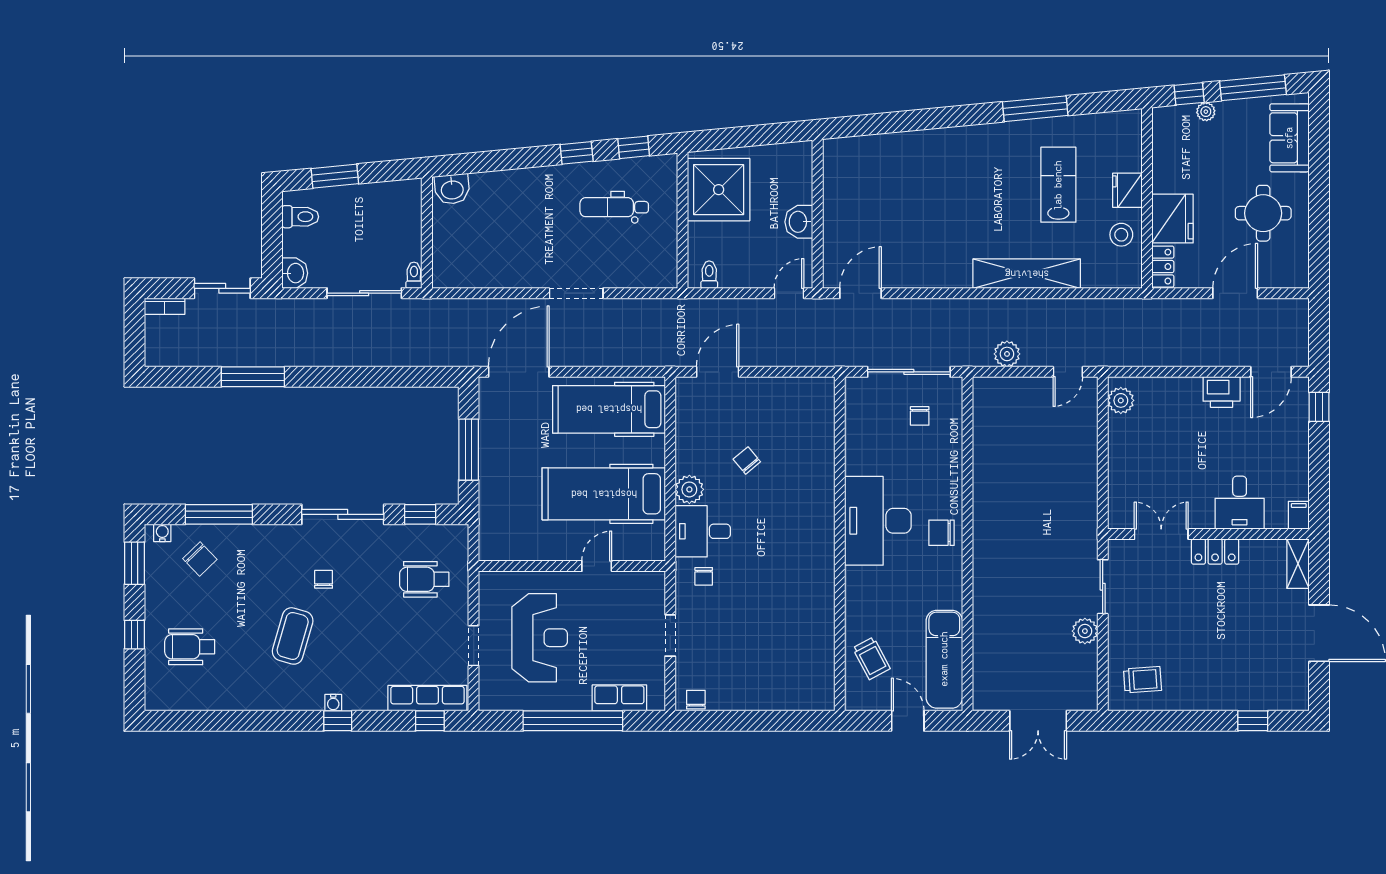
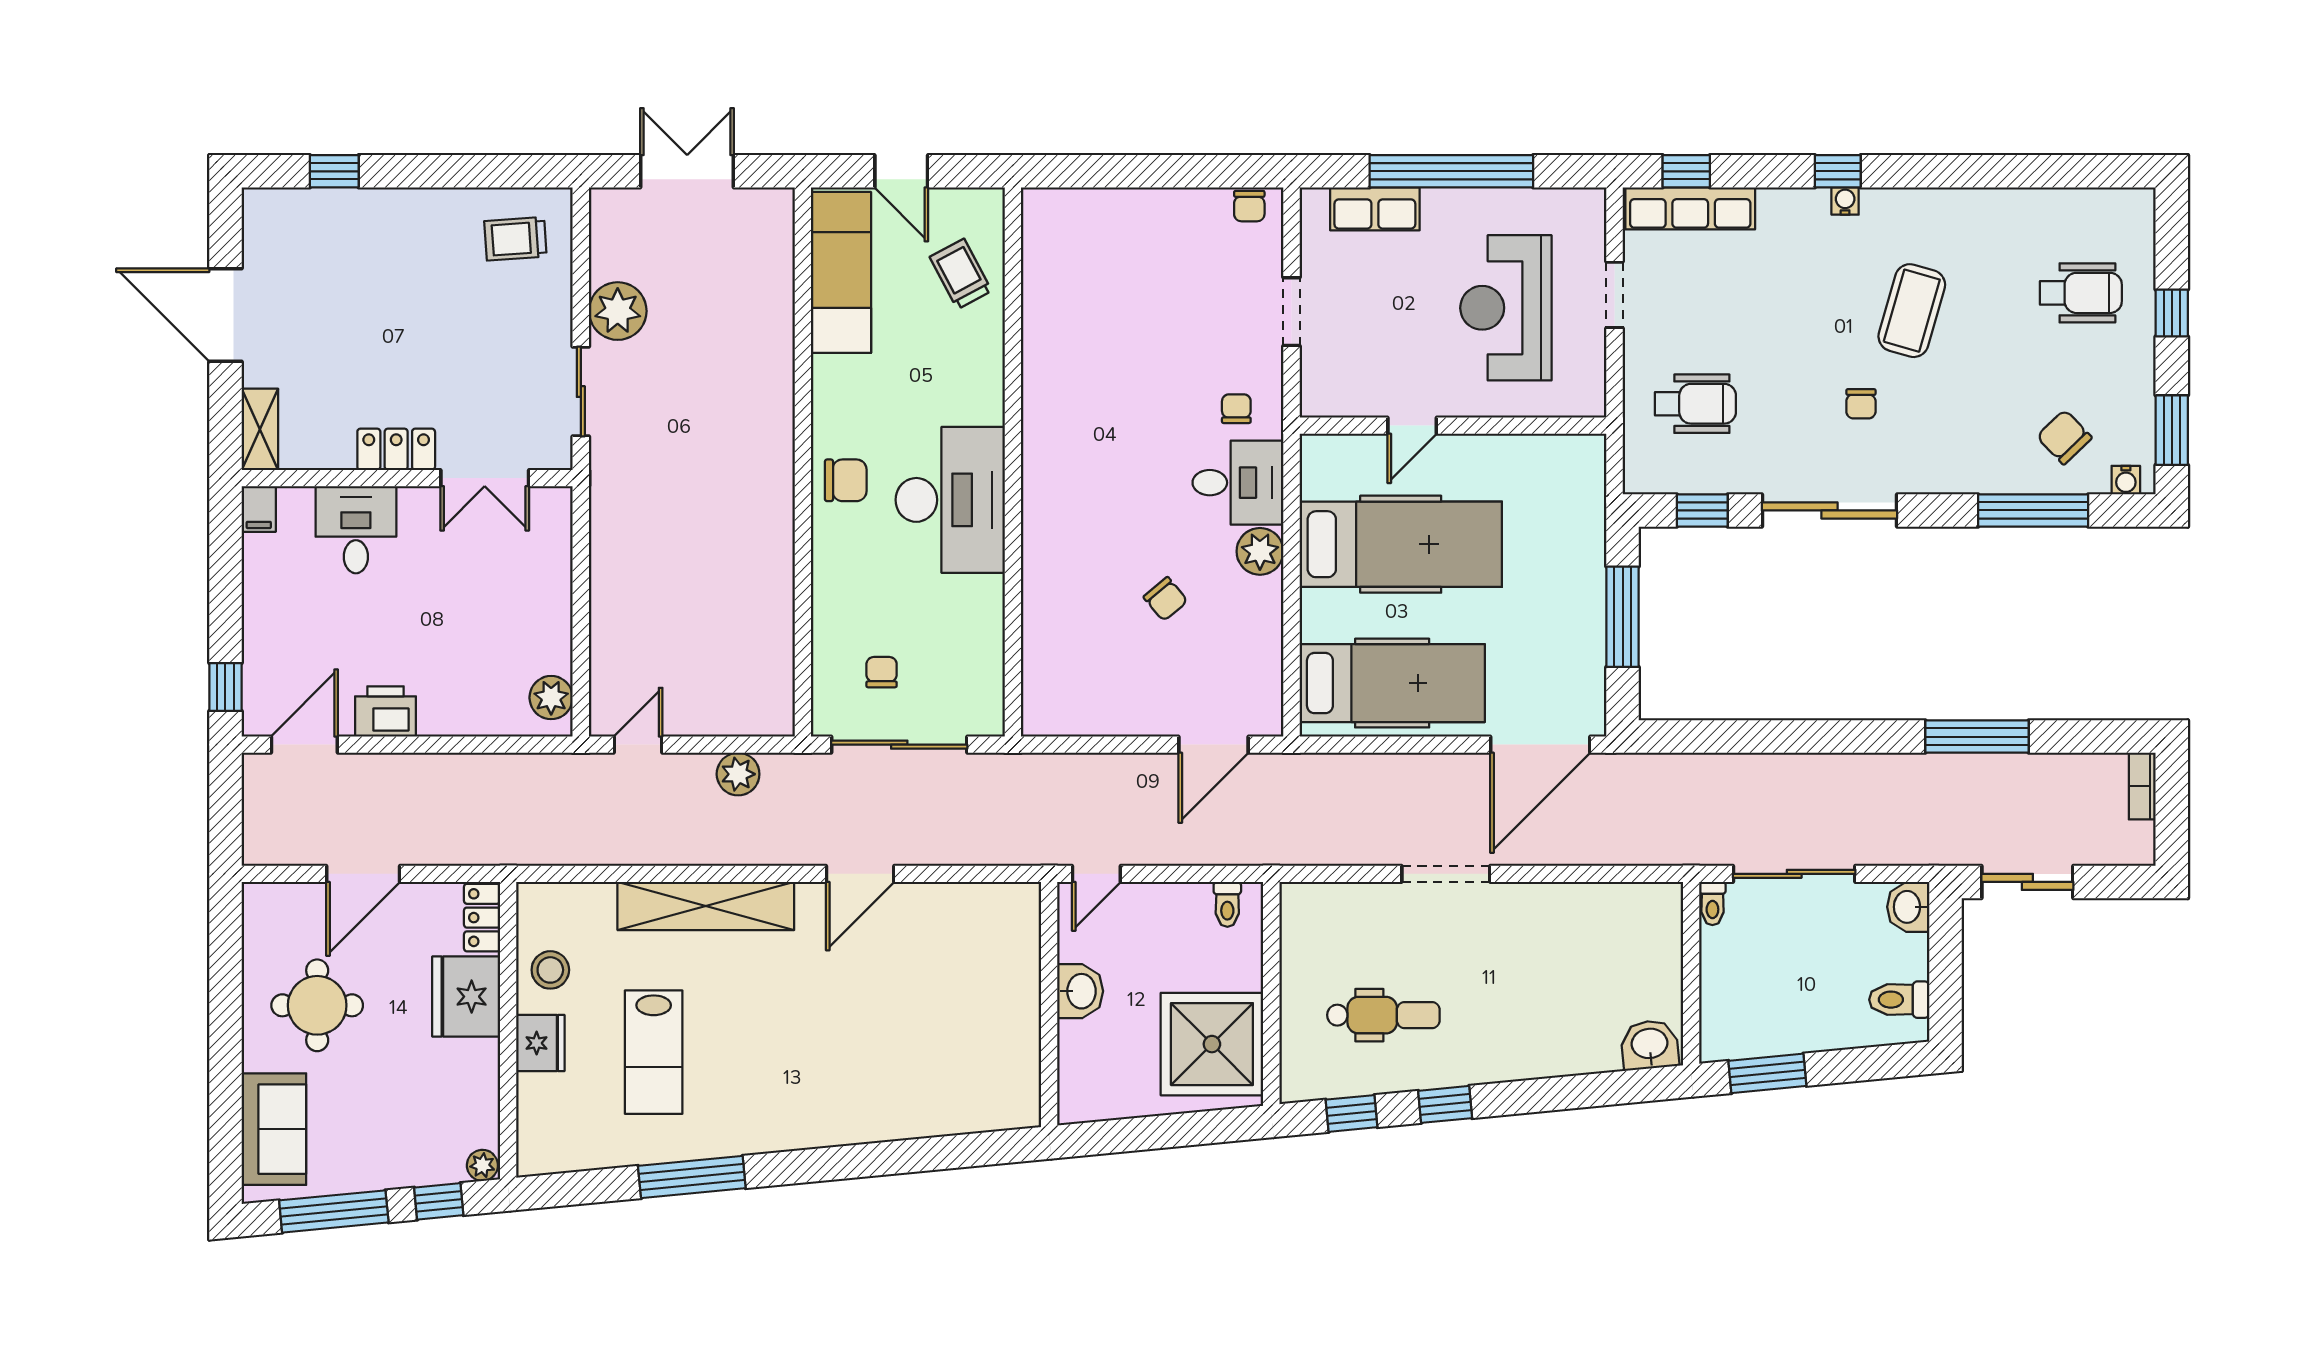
plant: (1206, 112) -> (482, 1165), moved
window: (335, 176) -> (1767, 1073), moved
door: (860, 293) -> (860, 874), moved
bookcase: (165, 306) -> (2142, 786), moved, turned -90
plant: (1085, 631) -> (618, 311), width x1.36, depth x1.36

